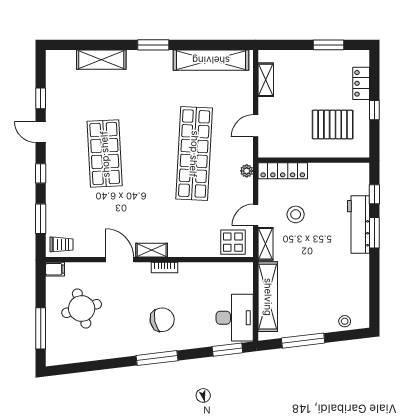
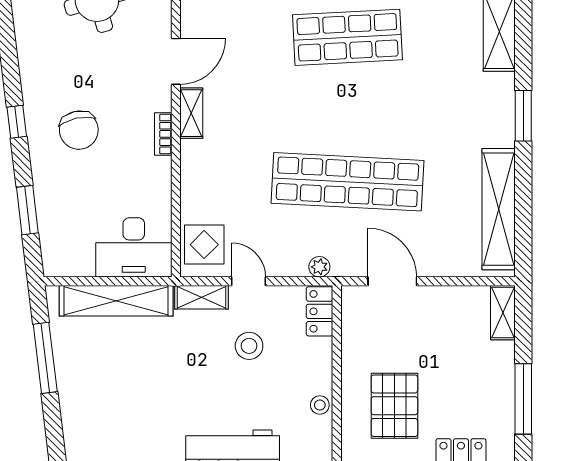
window: (328, 45) -> (523, 399), width x1.44
shelving: (266, 80) -> (503, 313), moved, turned 90
door: (256, 126) -> (392, 281), width x1.37
locker: (283, 171) -> (320, 311), width x0.66
desk: (235, 318) -> (134, 247), moved
stool: (345, 321) -> (320, 405), moved
window: (227, 350) -> (27, 210), moved
window: (157, 358) -> (17, 122), width x0.46

